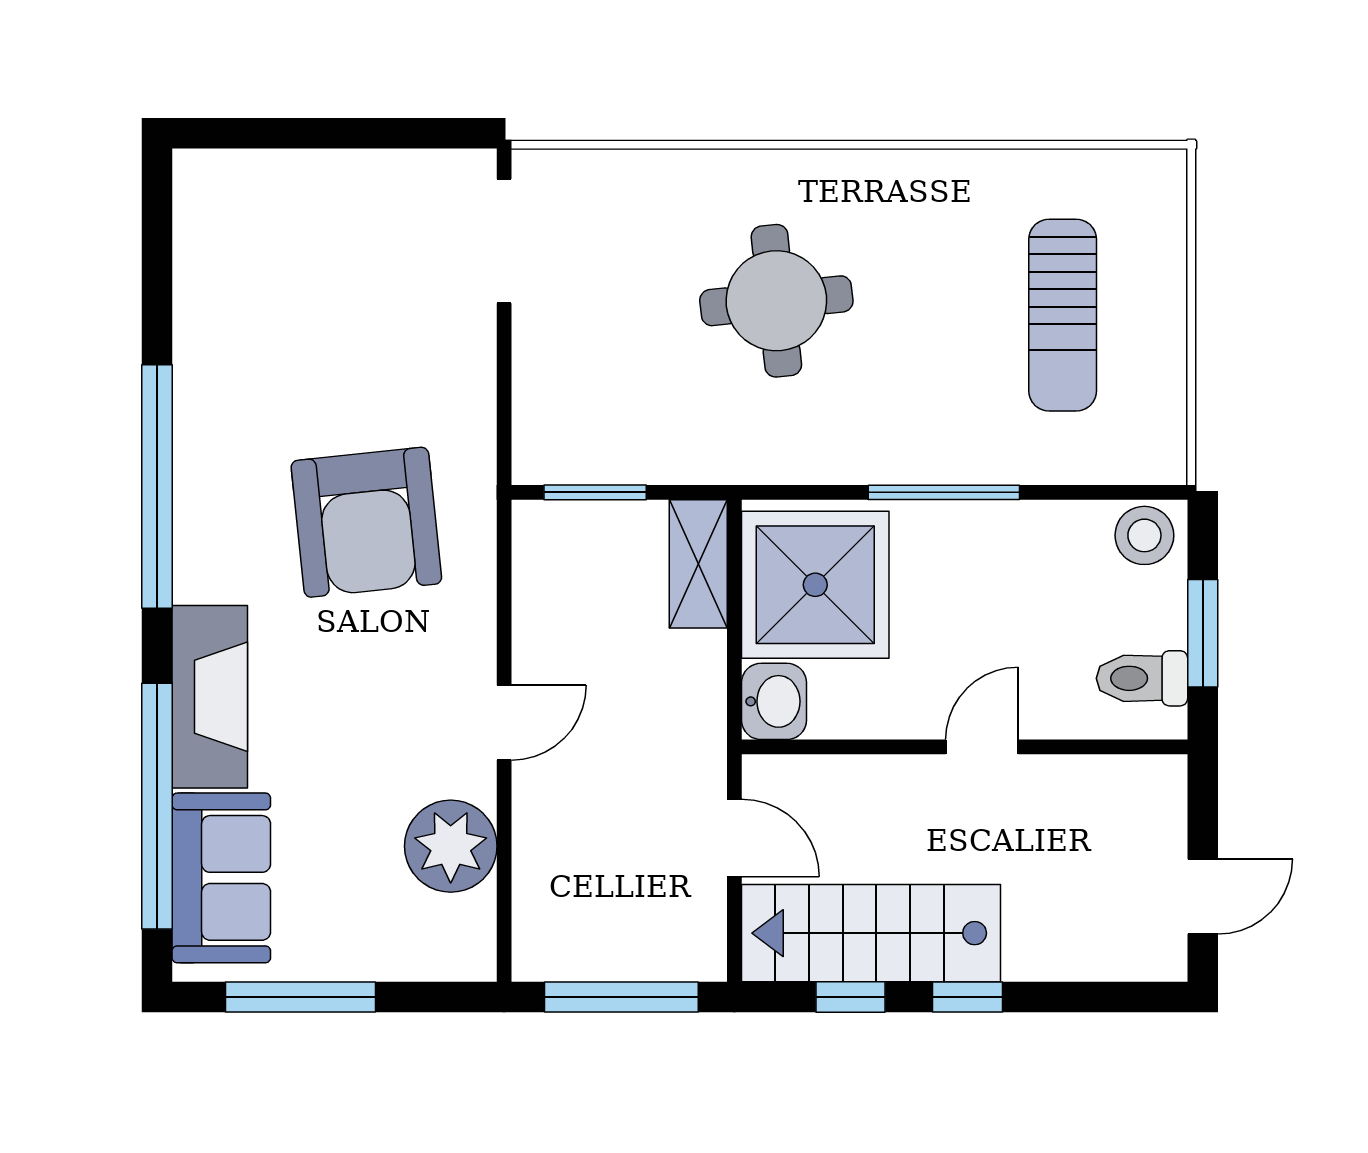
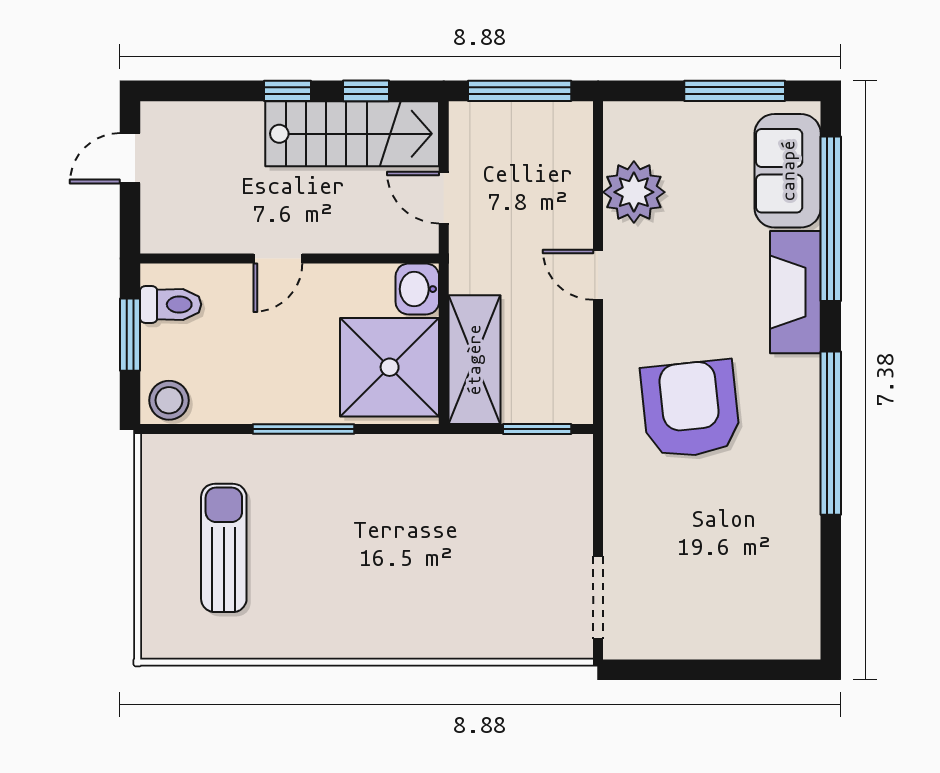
round table: (776, 301) -> (416, 558), removed
shelving: (698, 564) -> (474, 360), width x1.50, depth x1.33
door: (504, 723) -> (598, 275), hinge flipped

